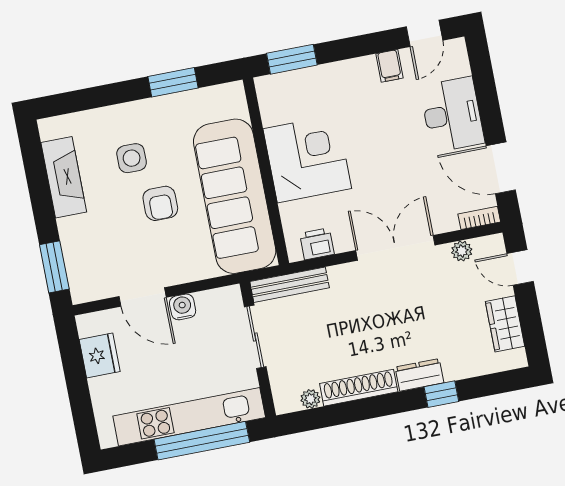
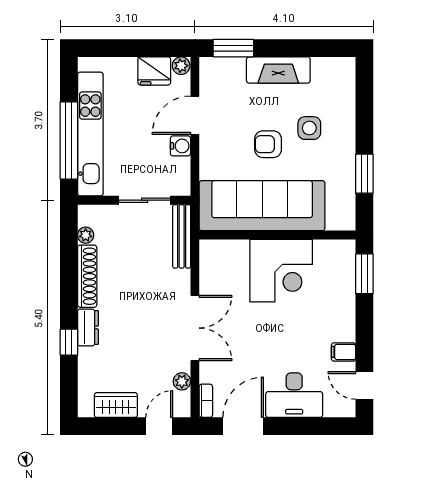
fireplace: (64, 177) -> (278, 70), moved
printer: (317, 244) -> (211, 265), removed
plant: (87, 325) -> (181, 66), added

